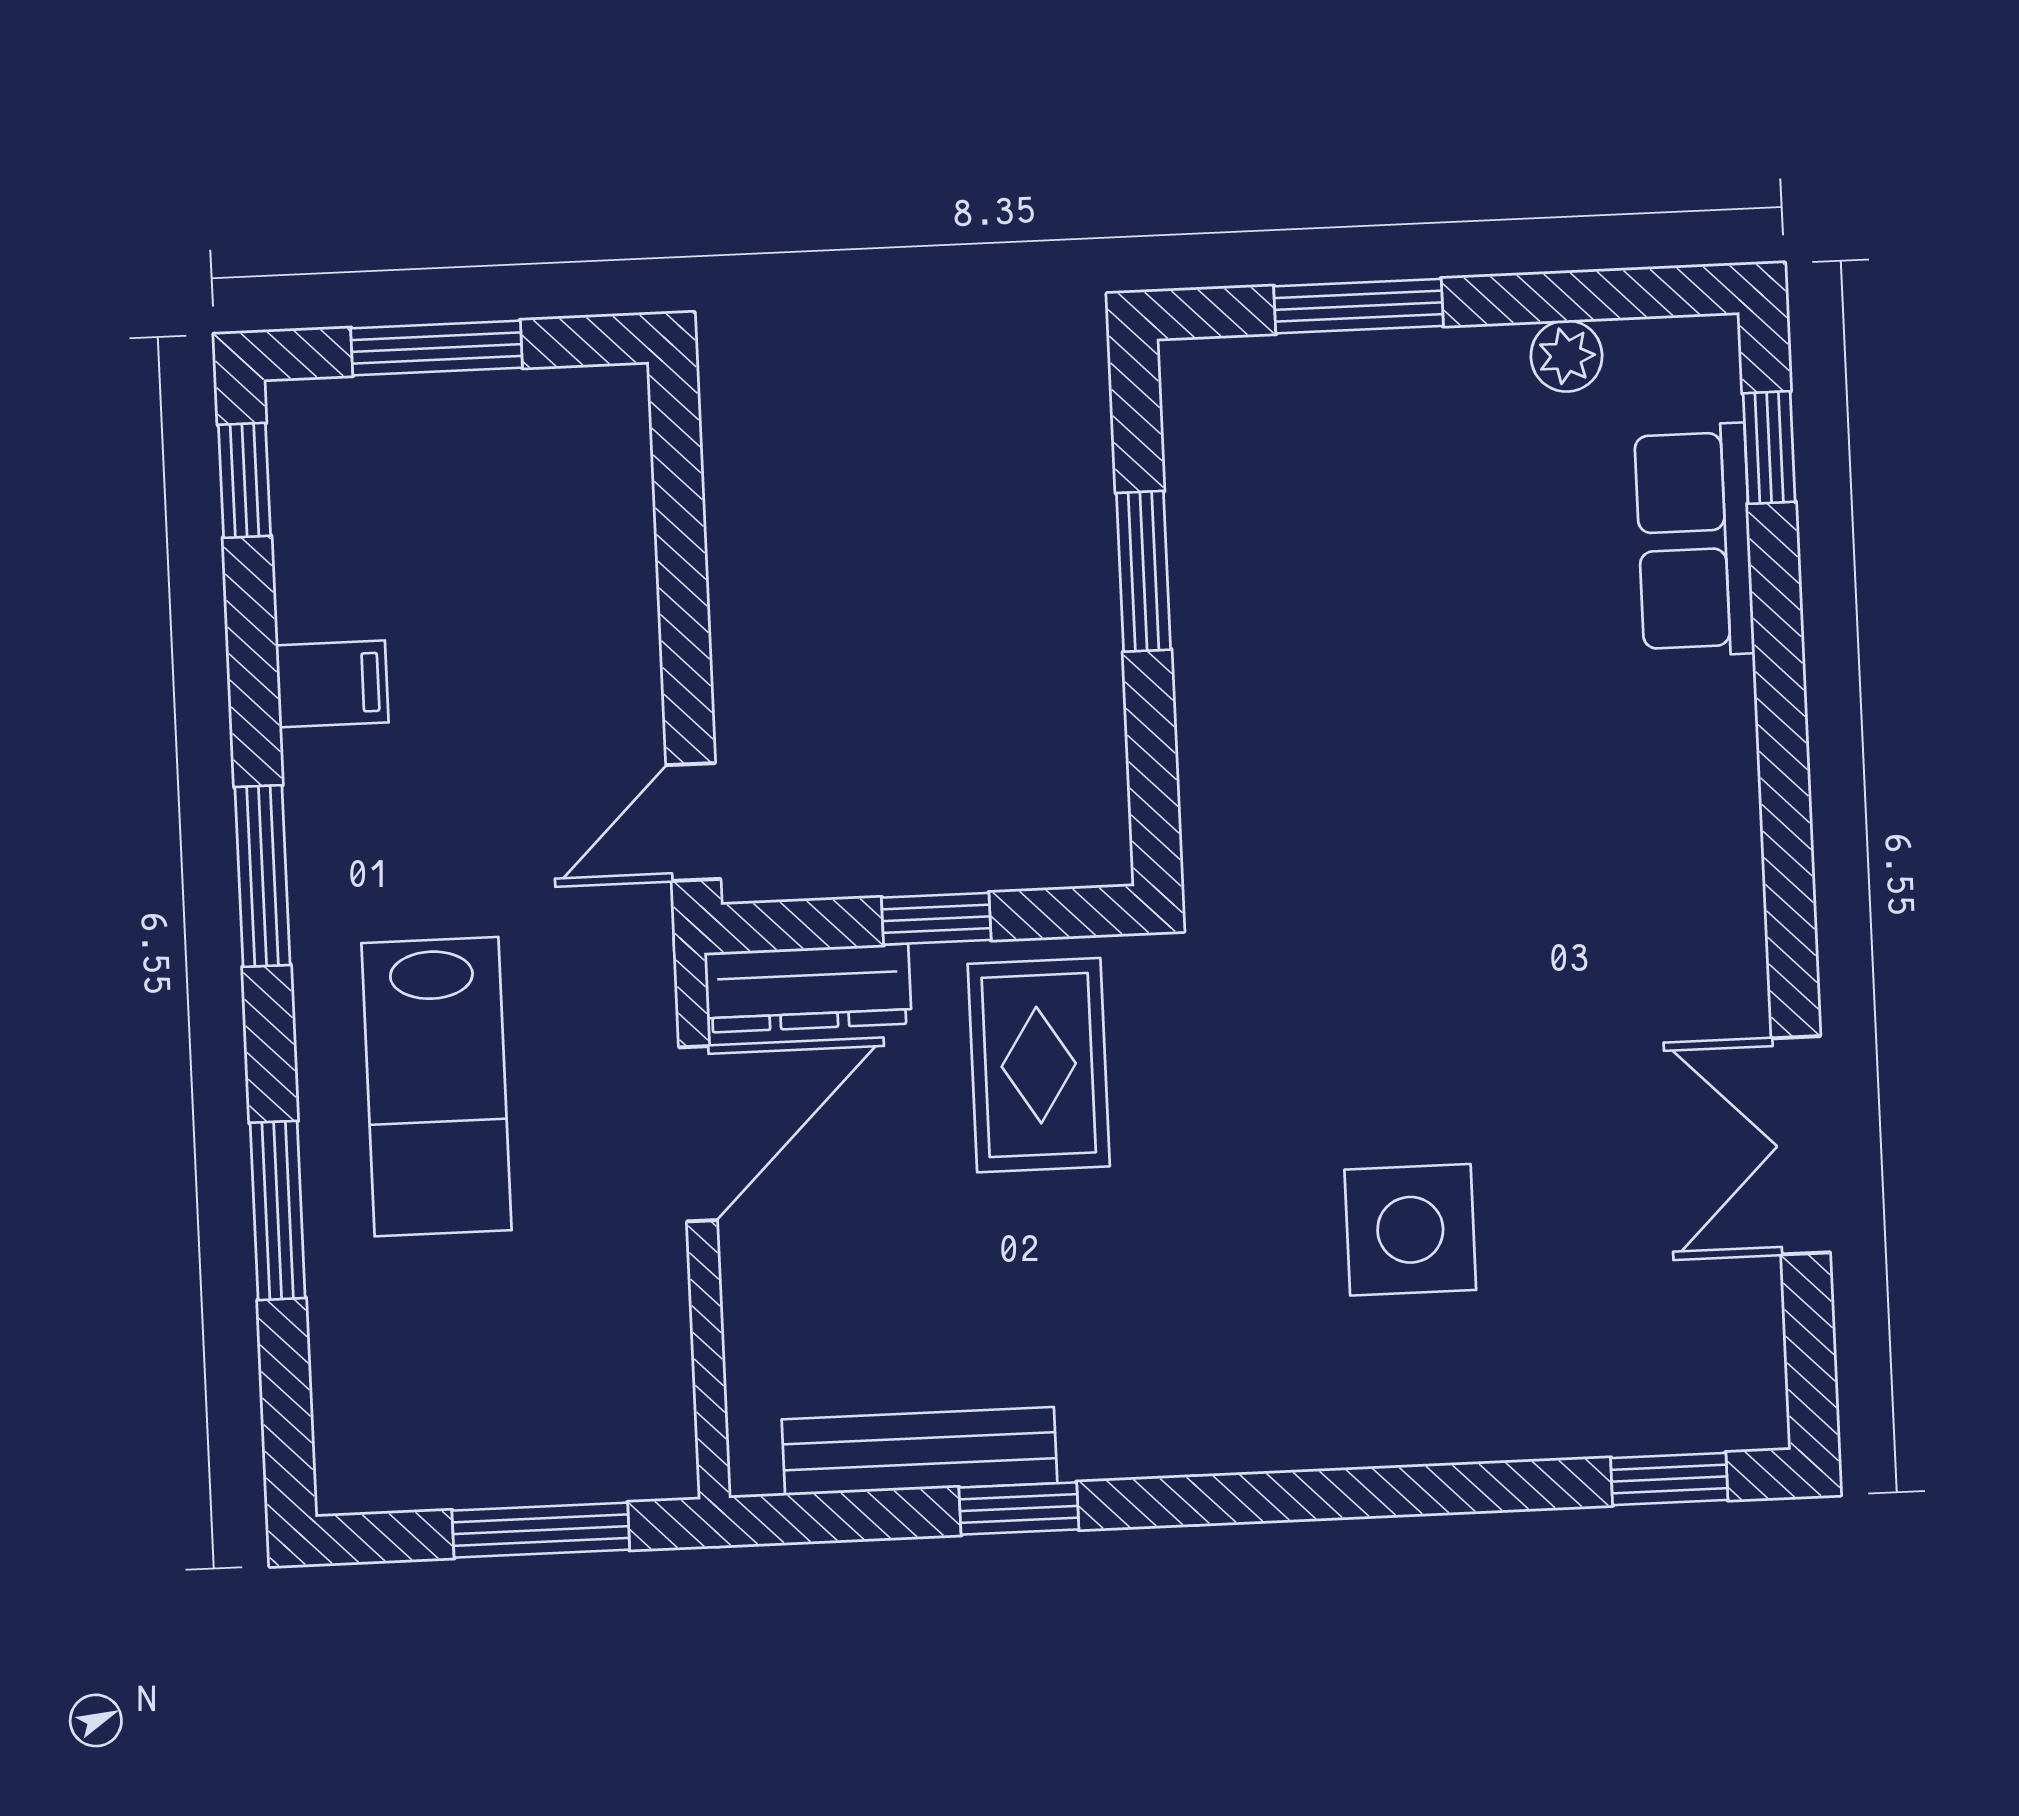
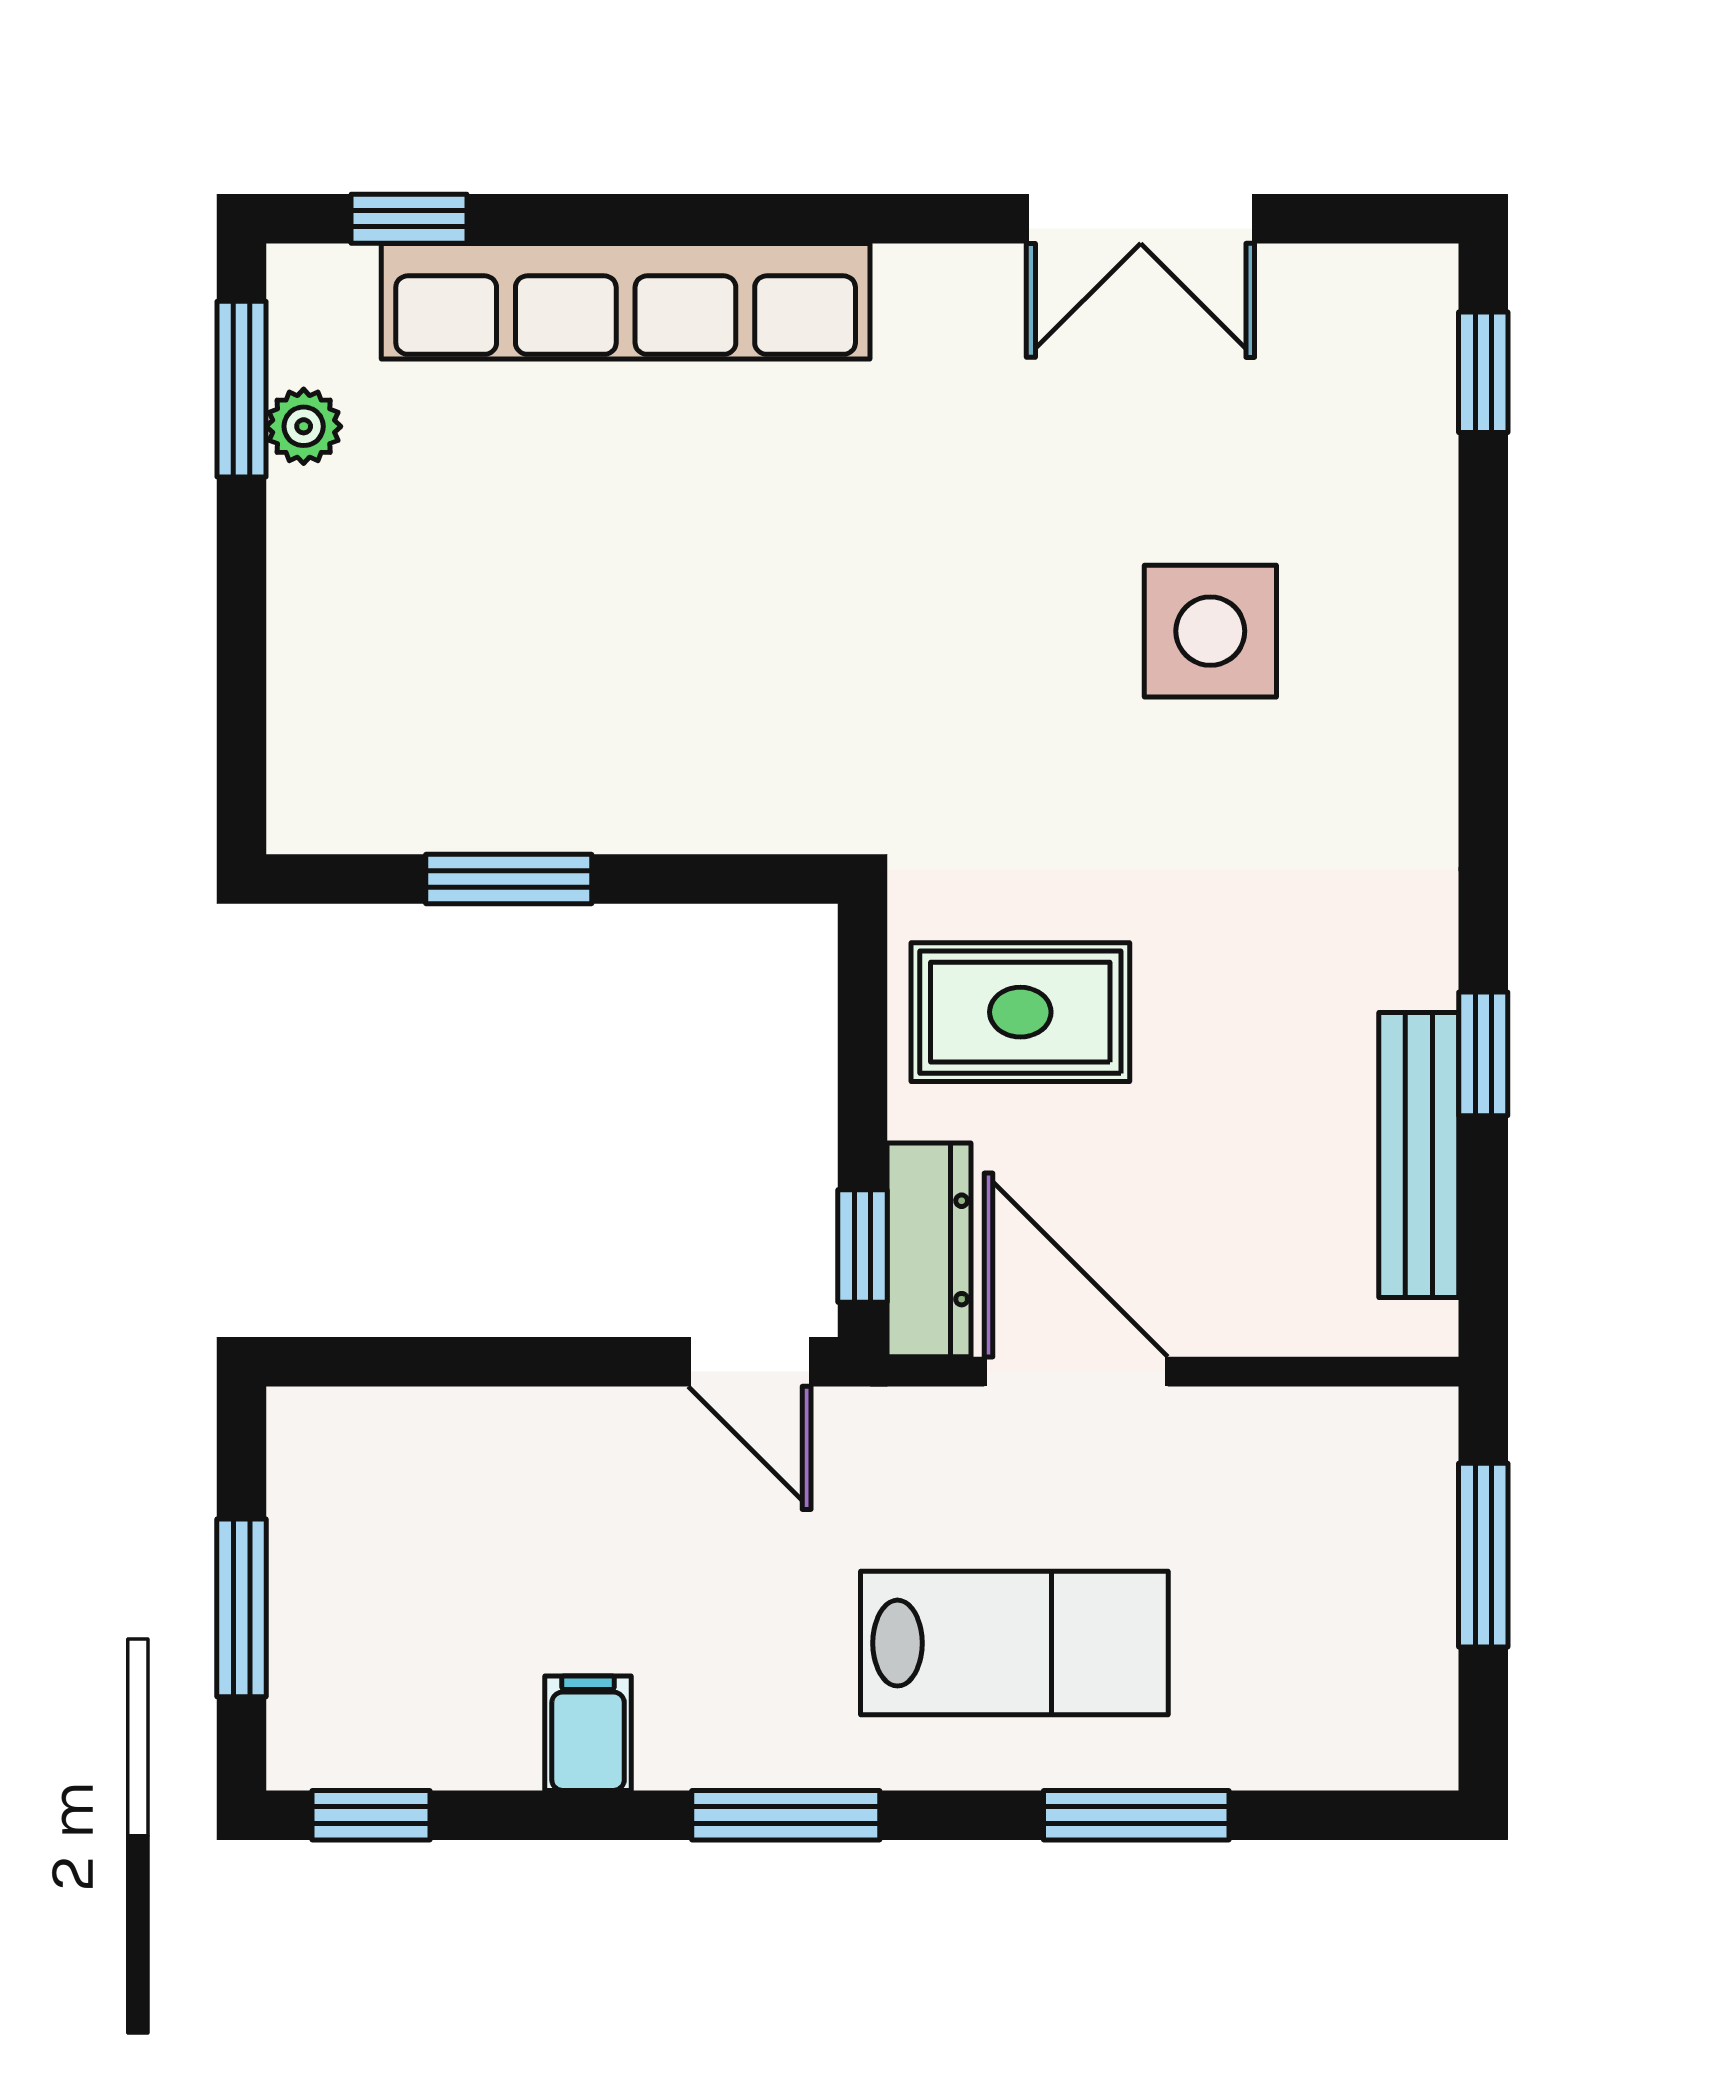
window: (1358, 306) -> (242, 389), moved
row of seats: (1694, 540) -> (626, 301), width x2.02
window: (936, 919) -> (862, 1246), moved

